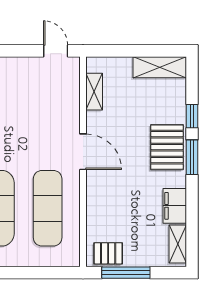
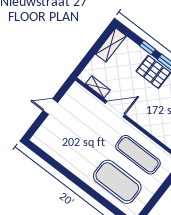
door: (56, 51) -> (50, 107), moved
door: (83, 152) -> (115, 109), moved

